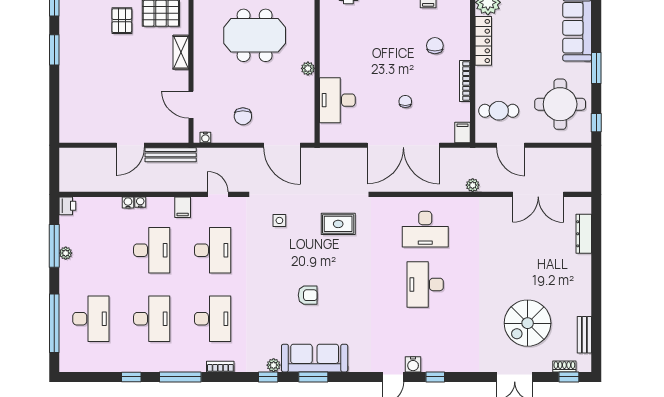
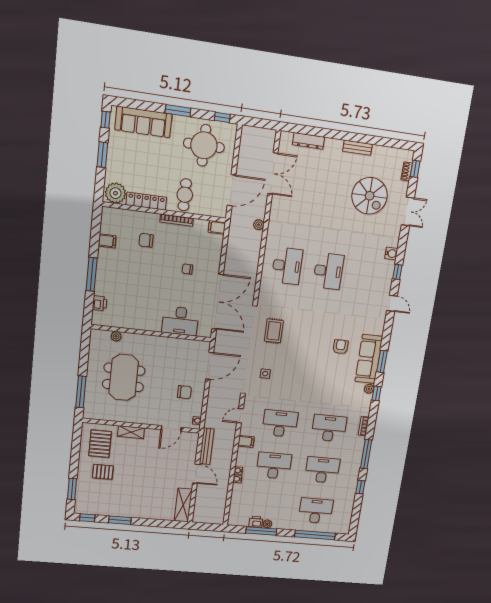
plant: (308, 68) -> (116, 336), moved
cafe table: (499, 111) -> (185, 195), moved
shelving: (84, 133) -> (183, 505), added
double door: (403, 145) -> (218, 302), moved
door: (511, 145) -> (232, 190), width x1.36
printer: (67, 206) -> (256, 522), moved
desk: (425, 284) -> (328, 271), turned -90
armchair: (308, 295) -> (341, 347), moved
bench: (584, 335) -> (357, 148), moved
water cooler: (413, 364) -> (391, 253), moved

